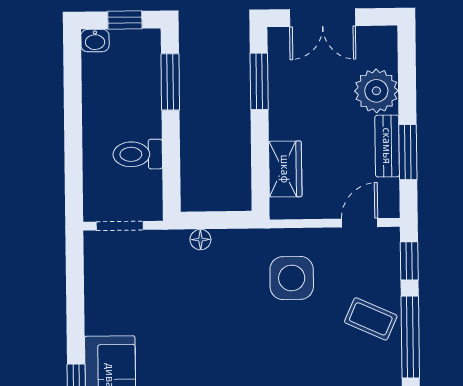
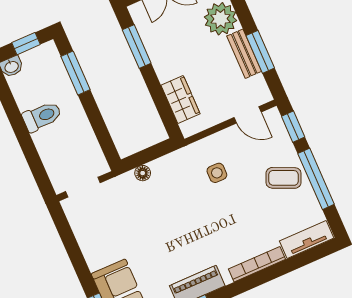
toilet: (138, 154) -> (42, 116), moved, turned 180
door: (360, 223) -> (248, 115), swing flipped
side table: (292, 278) -> (217, 173), width x0.54, depth x0.54

